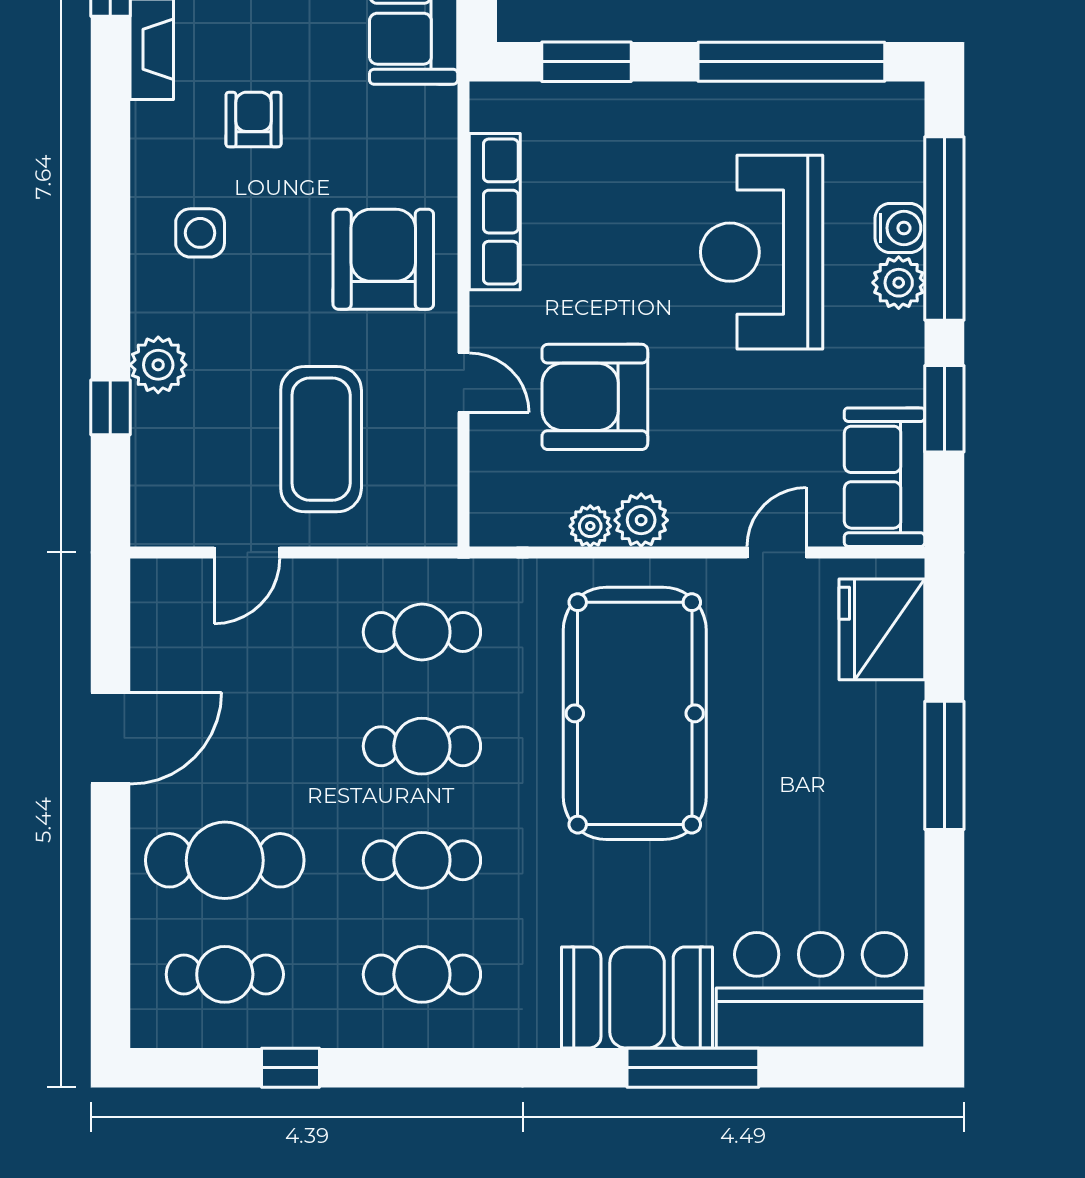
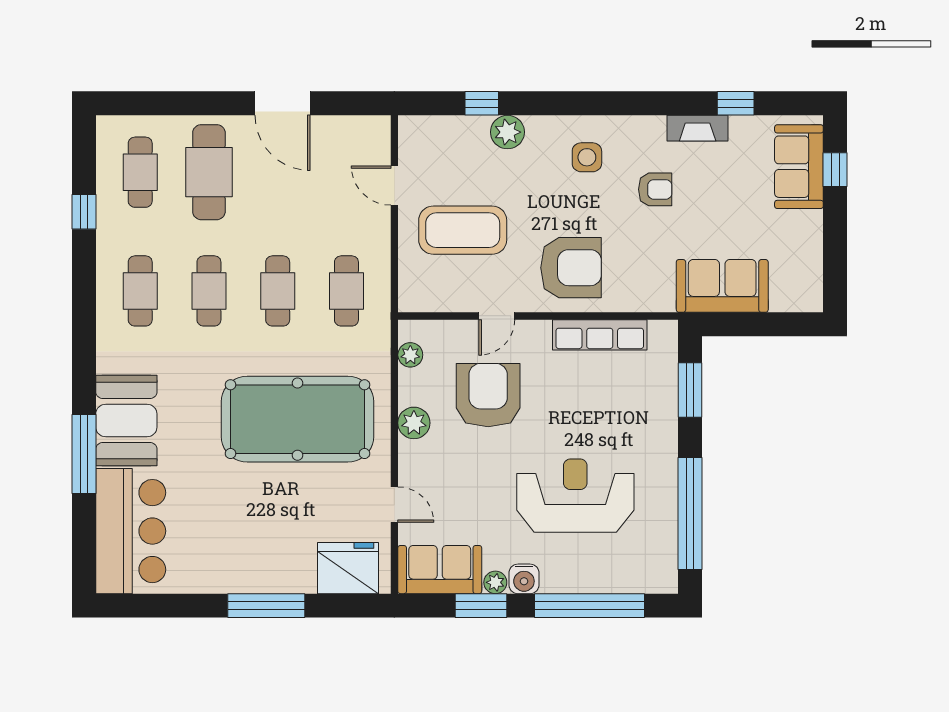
water cooler: (900, 228) -> (524, 579), moved
plant: (899, 283) -> (495, 582), moved, width x0.73, depth x0.73
plant: (590, 526) -> (410, 355), moved

